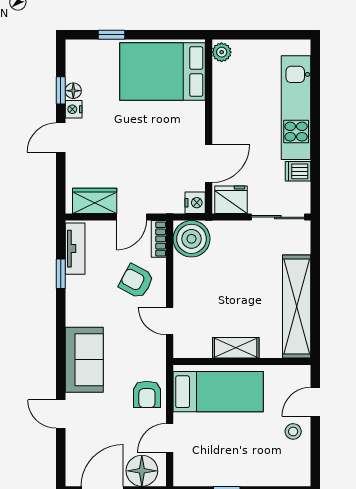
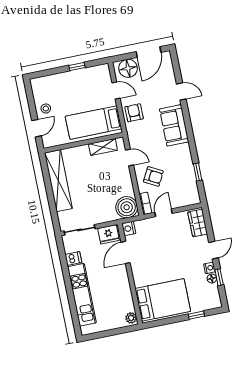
wardrobe: (95, 201) -> (198, 223), moved, turned 90
tv unit: (75, 249) -> (192, 188), removed
shelving: (236, 348) -> (103, 147), moved
door: (170, 438) -> (116, 90), hinge flipped

